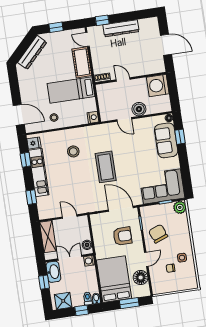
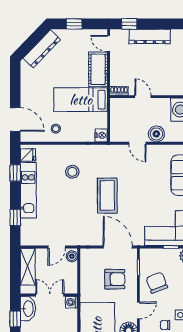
door: (70, 217) -> (57, 247), swing flipped
boiler: (87, 245) -> (72, 256), moved

